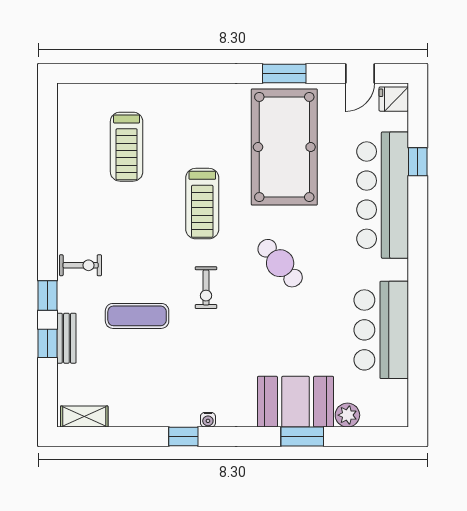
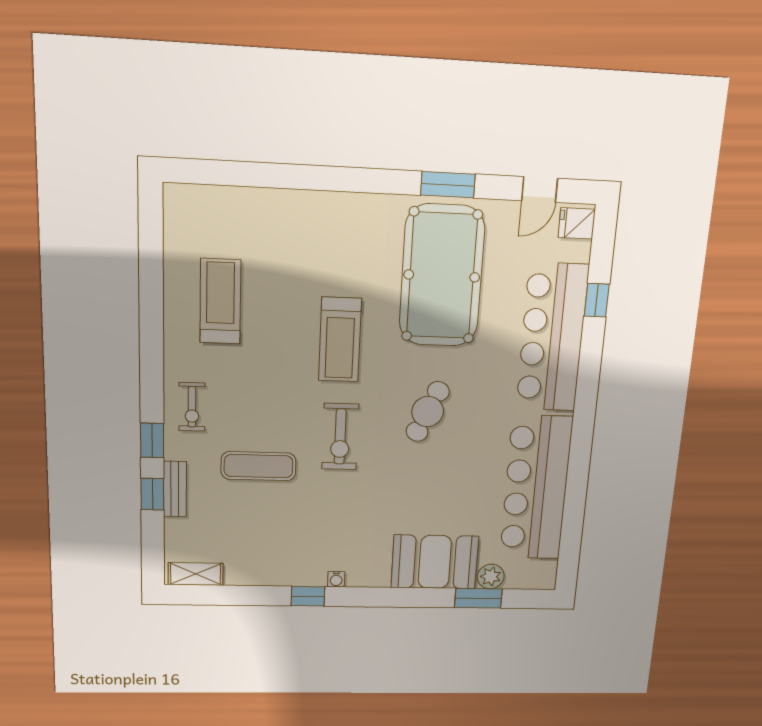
treadmill: (127, 147) -> (220, 301), moved, turned 180
cafe table: (280, 263) -> (428, 412), turned 65
exercise bike: (81, 265) -> (192, 407), turned 90
exercise bike: (206, 288) -> (340, 437), width x1.38, depth x1.39
bar counter: (381, 330) -> (536, 488), width x1.36
window: (302, 437) -> (478, 598), moved

